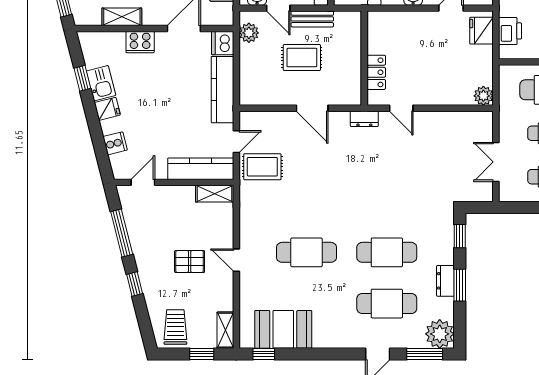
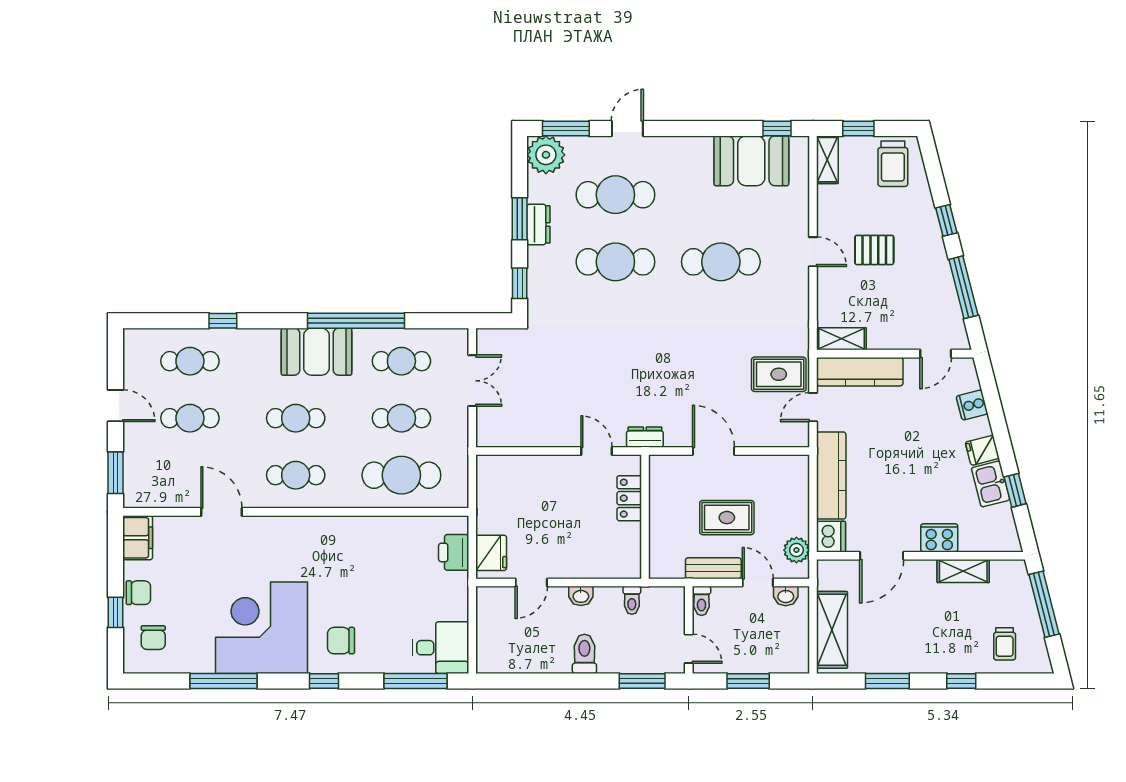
plant: (483, 96) -> (489, 467), removed

